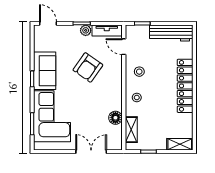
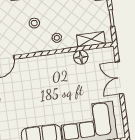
armchair: (88, 67) -> (32, 93), removed
stool: (139, 72) -> (34, 23), moved

